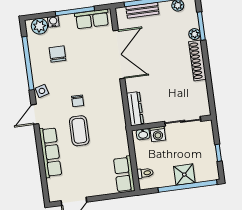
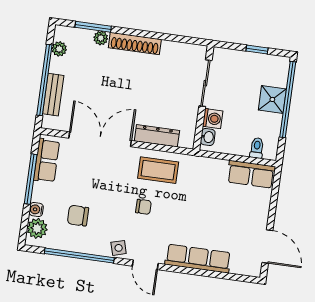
dresser: (135, 109) -> (157, 136), moved
coffee table: (79, 131) -> (158, 170), moved

